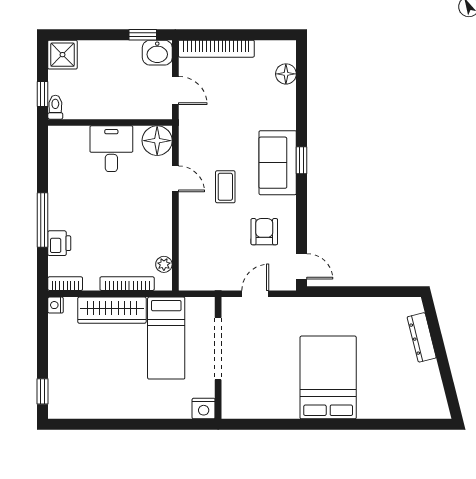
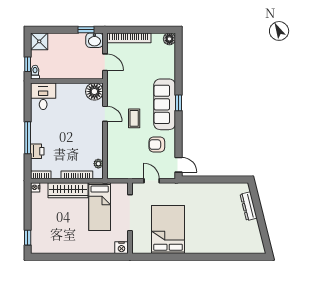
floor lamp: (286, 74) -> (169, 39), moved
desk: (111, 149) -> (43, 96), moved
sofa: (278, 163) -> (165, 104), width x1.36
armchair: (264, 232) -> (157, 145), turned -90
door: (255, 294) -> (152, 181), hinge flipped
bed: (328, 377) -> (168, 230), moved

